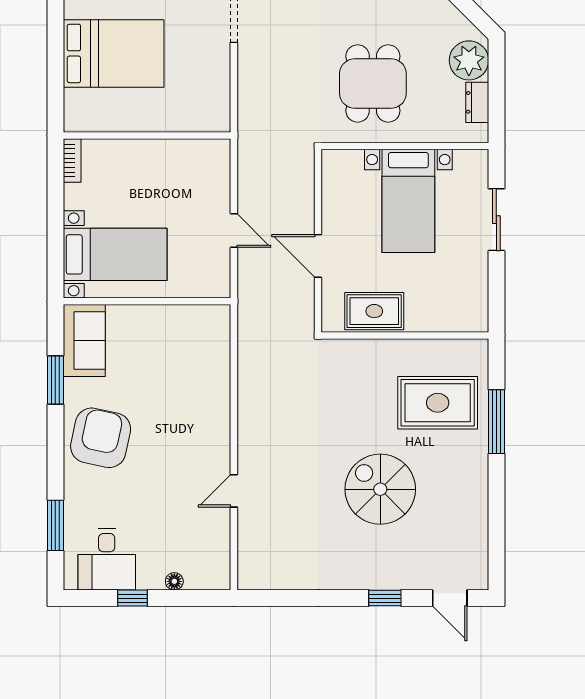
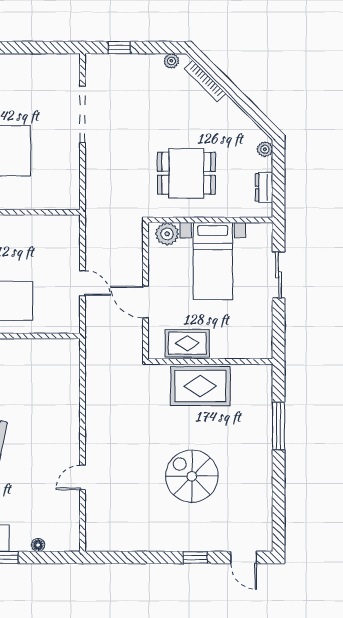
plant: (469, 60) -> (265, 149), width x0.53, depth x0.53
dining table: (373, 83) -> (186, 173), turned 90
plant: (347, 165) -> (167, 234), added
rug: (438, 403) -> (200, 386), moved

